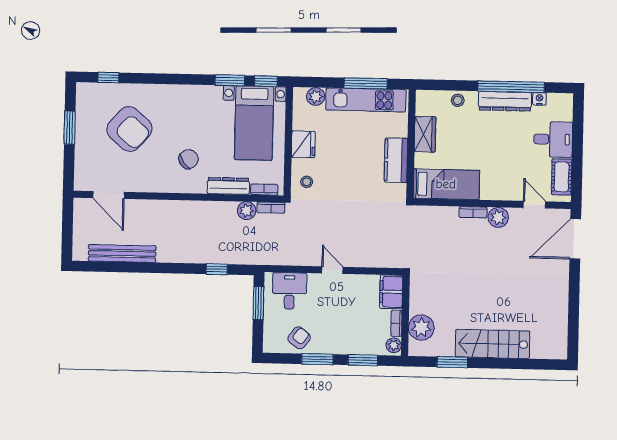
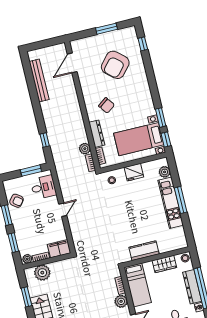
wardrobe: (425, 134) -> (164, 264), moved
wall: (411, 144) -> (156, 257), moved
kitchen counter: (396, 160) -> (144, 251), moved
bed: (446, 184) -> (138, 285), moved

